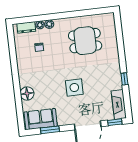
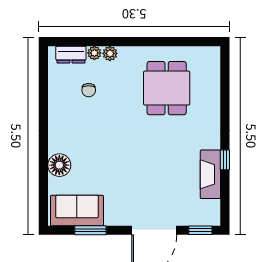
dining table: (85, 41) -> (167, 88), turned 90
side table: (74, 87) -> (139, 164), removed
fireplace: (119, 104) -> (210, 174), moved

